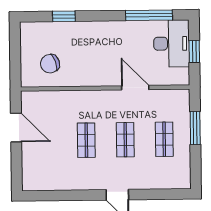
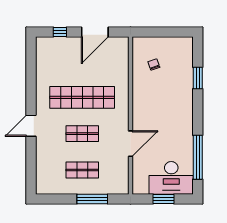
chair: (50, 64) -> (154, 64), width x0.54, depth x0.54
shop shelf: (86, 140) -> (82, 97), width x2.00, depth x1.36
window: (17, 165) -> (60, 32), added

